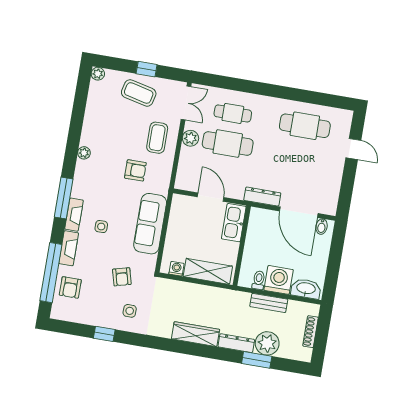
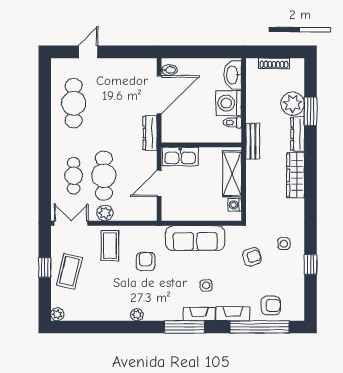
coffee table: (157, 138) -> (110, 246), turned 90
bench: (269, 303) -> (253, 141), moved

